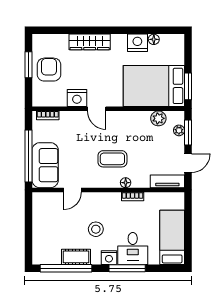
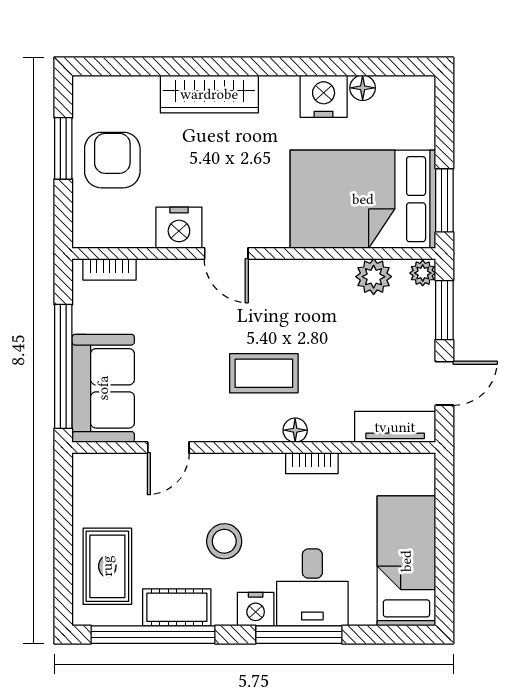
plant: (179, 130) -> (423, 273), moved
rug: (47, 240) -> (107, 566), added

